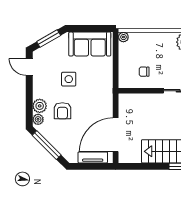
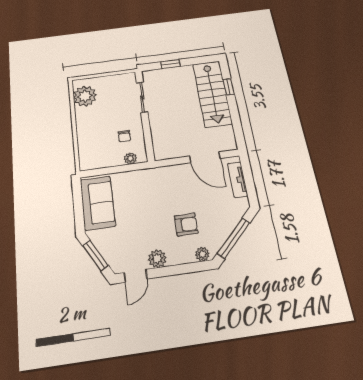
plant: (123, 37) -> (130, 159), moved
side table: (69, 79) -> (145, 222), removed
plant: (40, 106) -> (157, 259), moved
door: (116, 135) -> (205, 157), width x0.73

